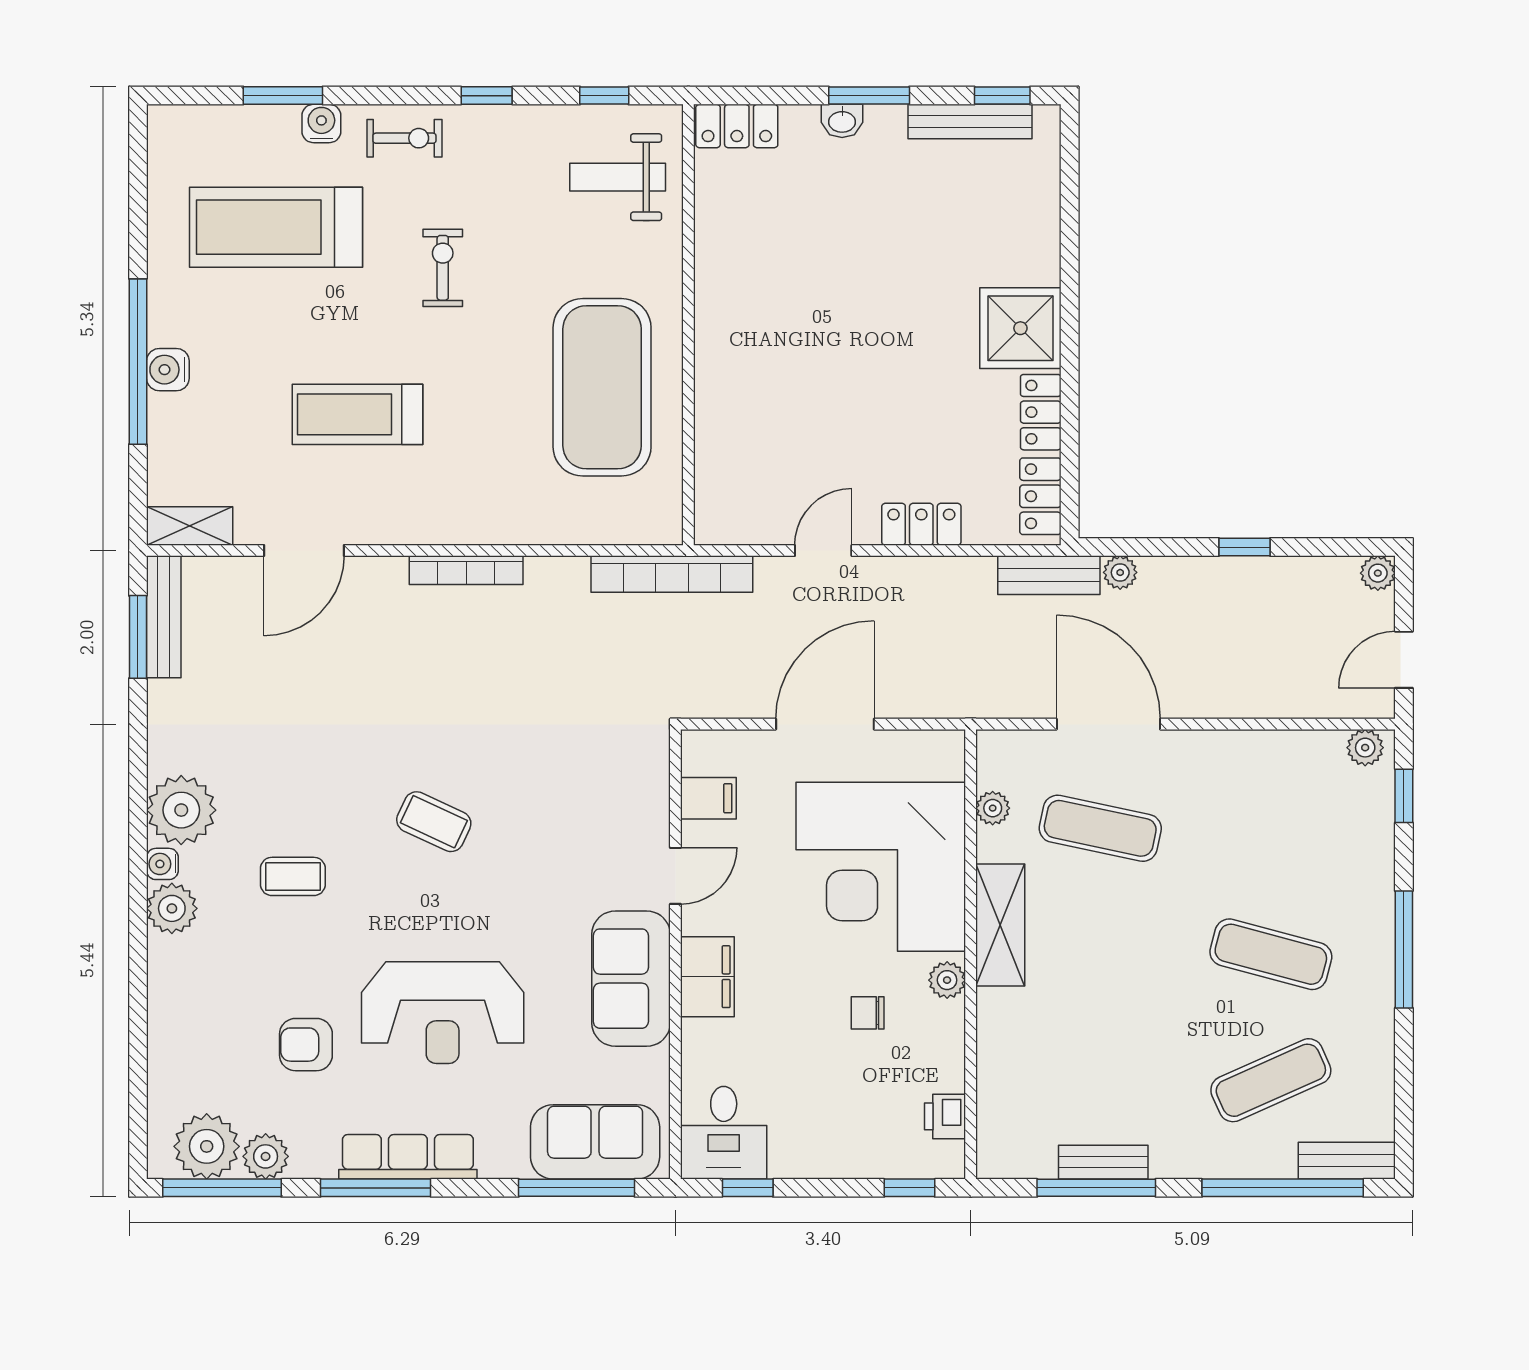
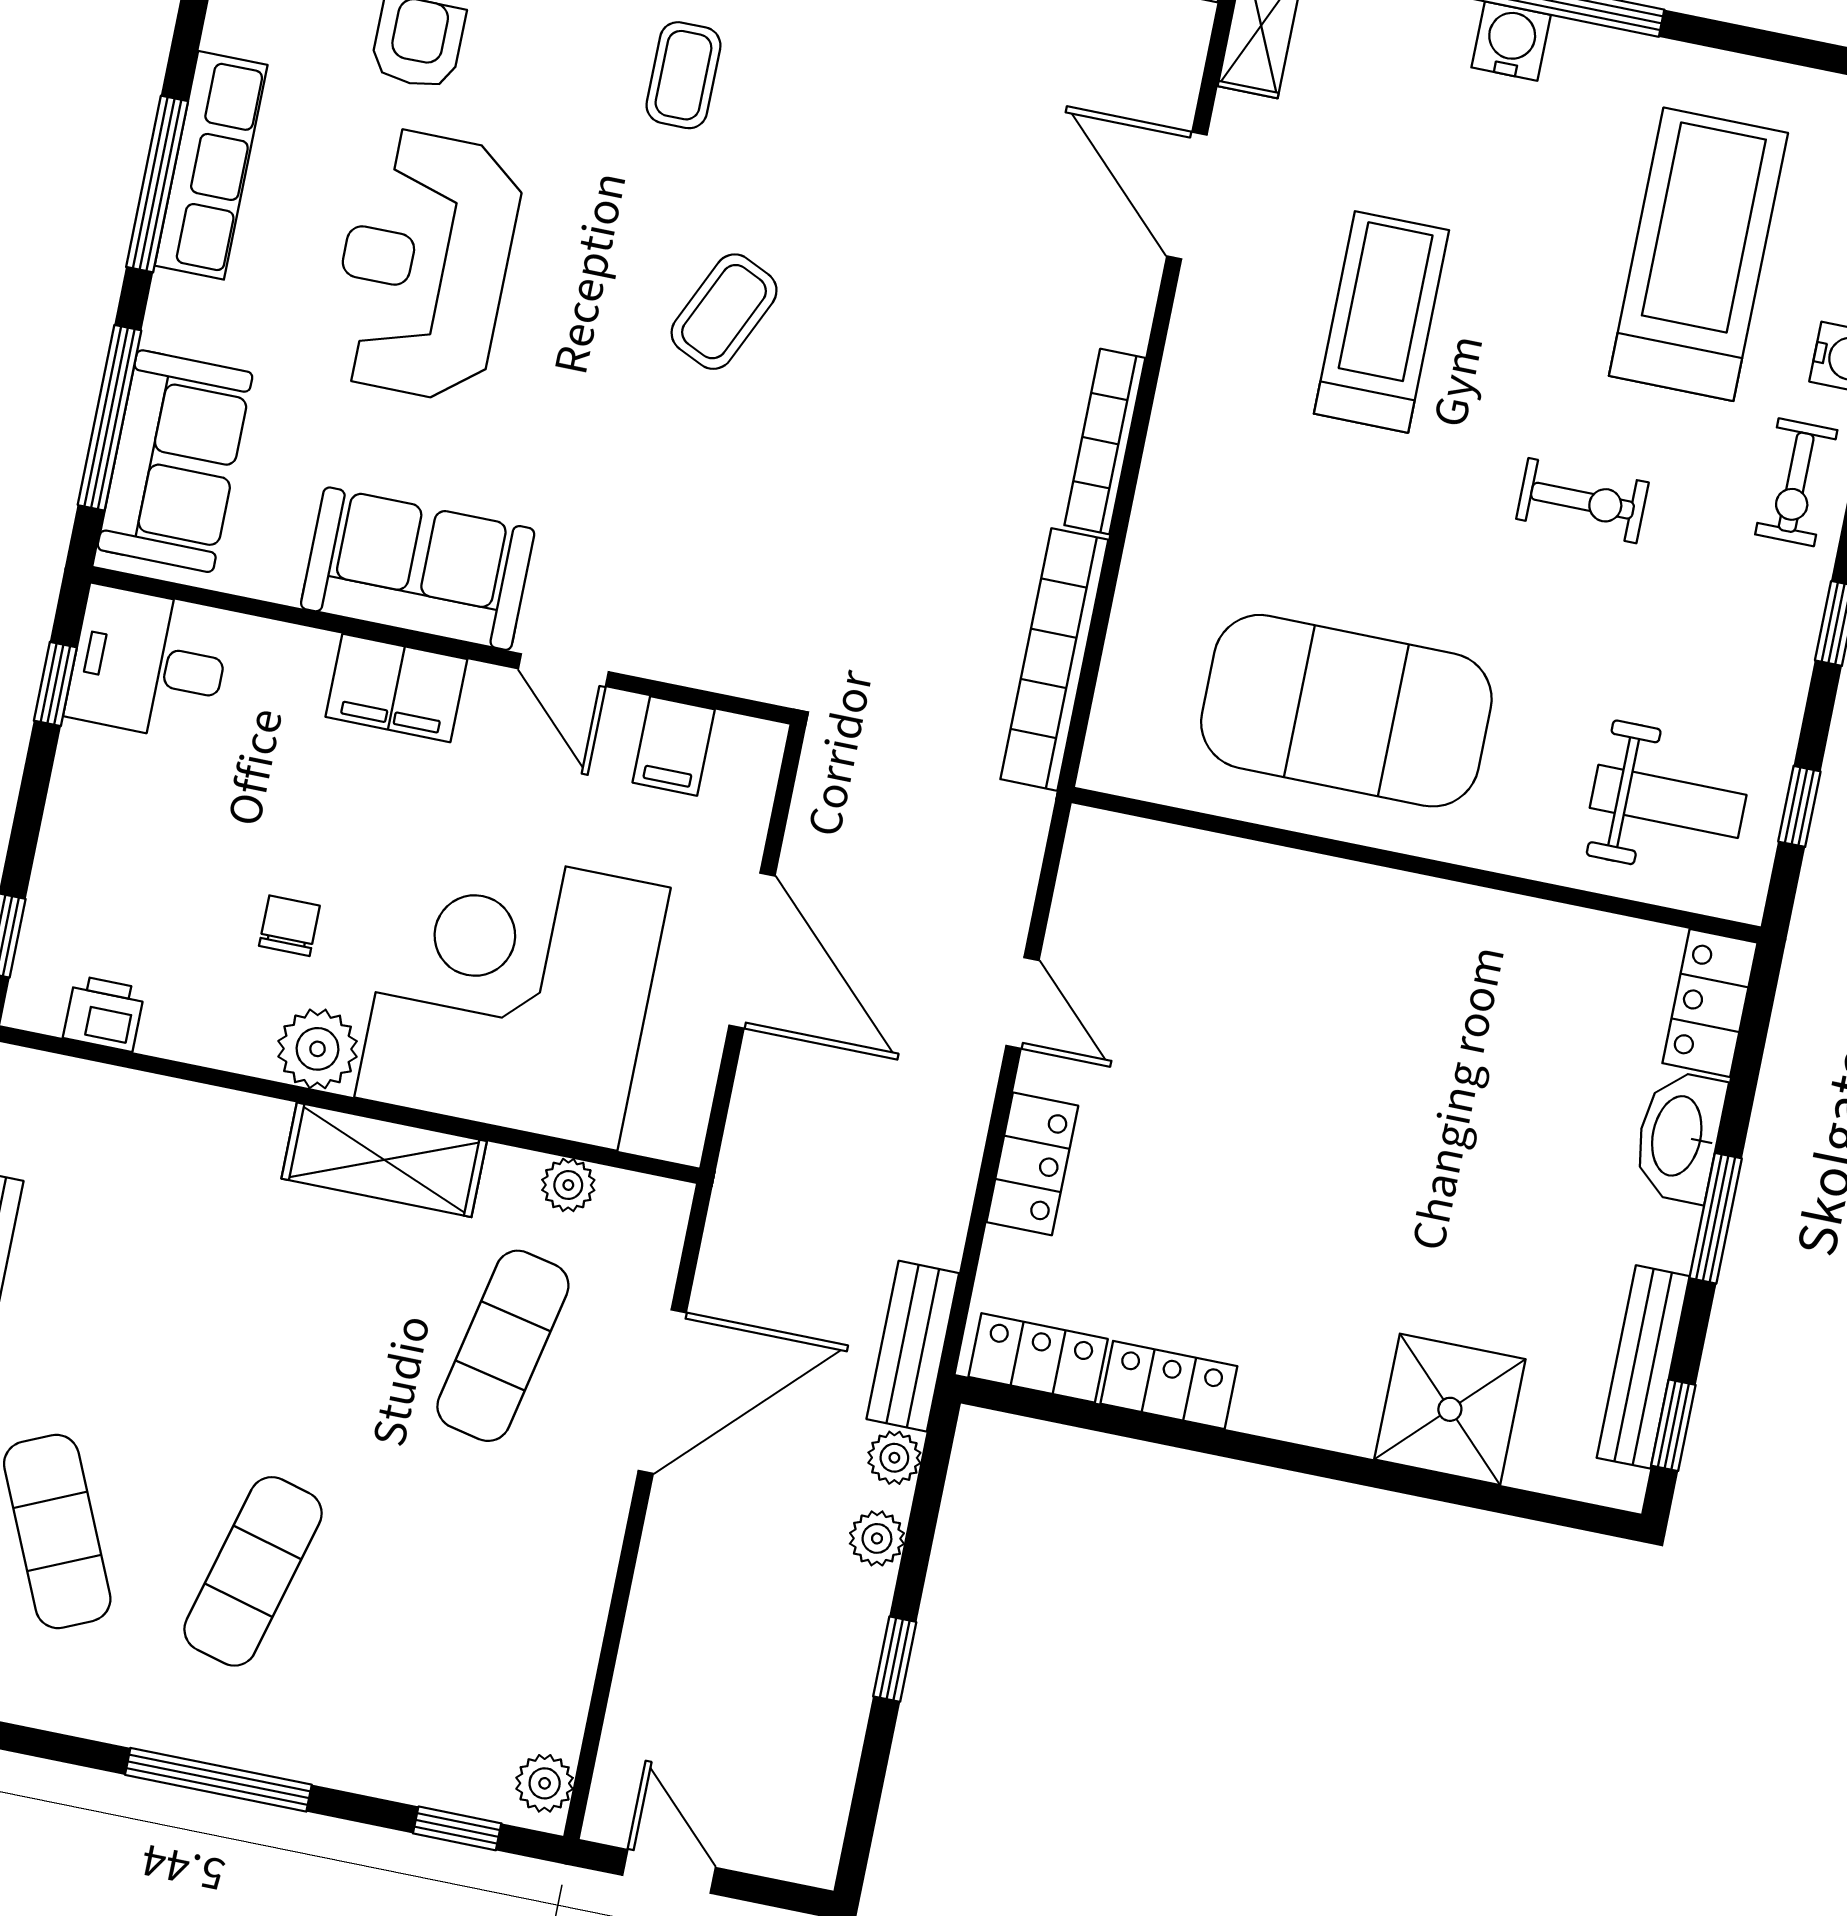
washbasin: (842, 121) -> (1679, 1136), width x1.91, depth x1.45
weight bench: (618, 177) -> (1668, 801), turned 90
shower: (1020, 328) -> (1450, 1409), moved
plant: (1378, 573) -> (877, 1538), moved
bookcase: (672, 574) -> (1054, 659), moved
plant: (947, 980) -> (318, 1049), width x1.38, depth x1.38
window: (376, 1188) -> (157, 184), moved

